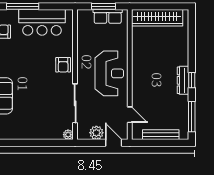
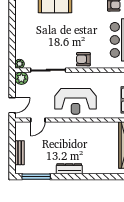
window: (192, 80) -> (69, 177), removed
plant: (96, 133) -> (21, 78), moved
bench: (161, 135) -> (20, 153), width x0.73

